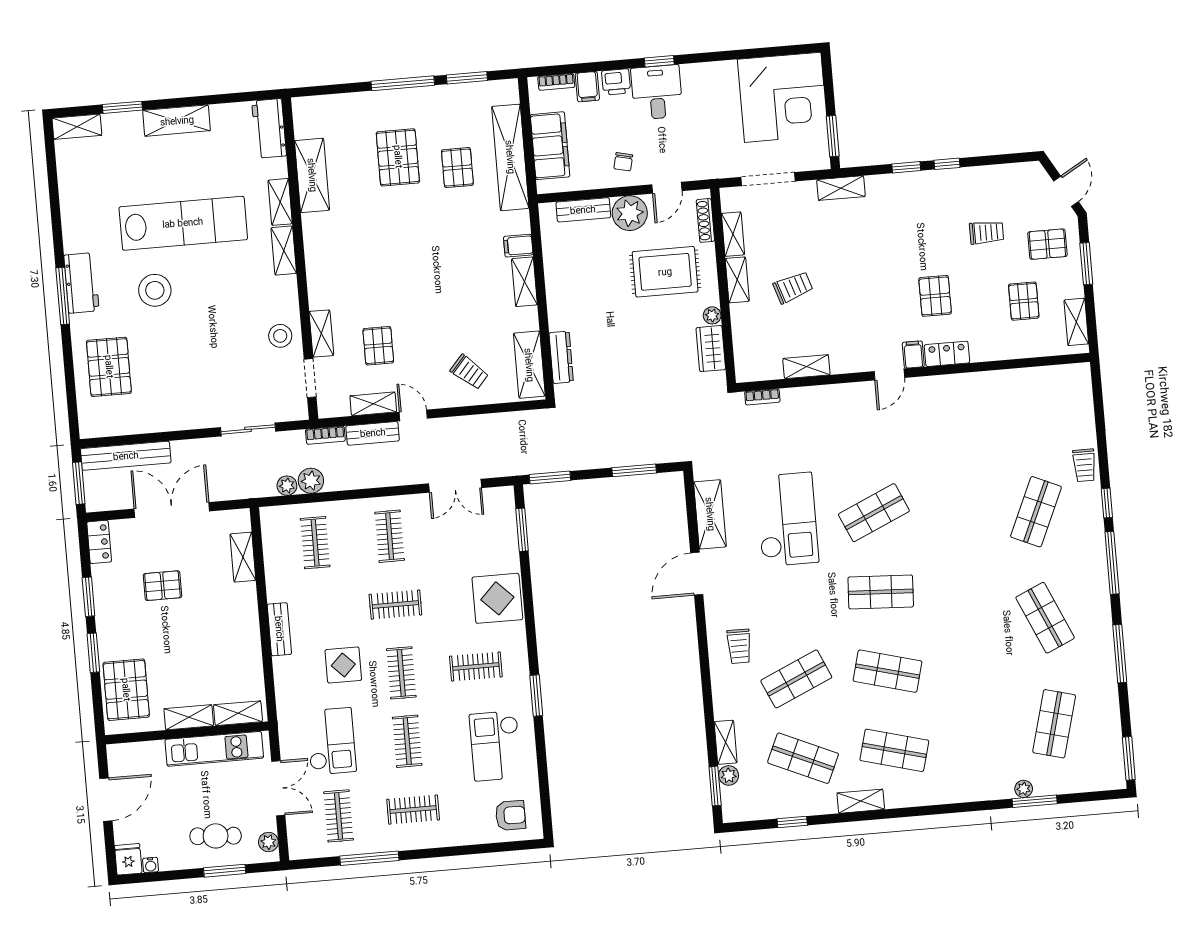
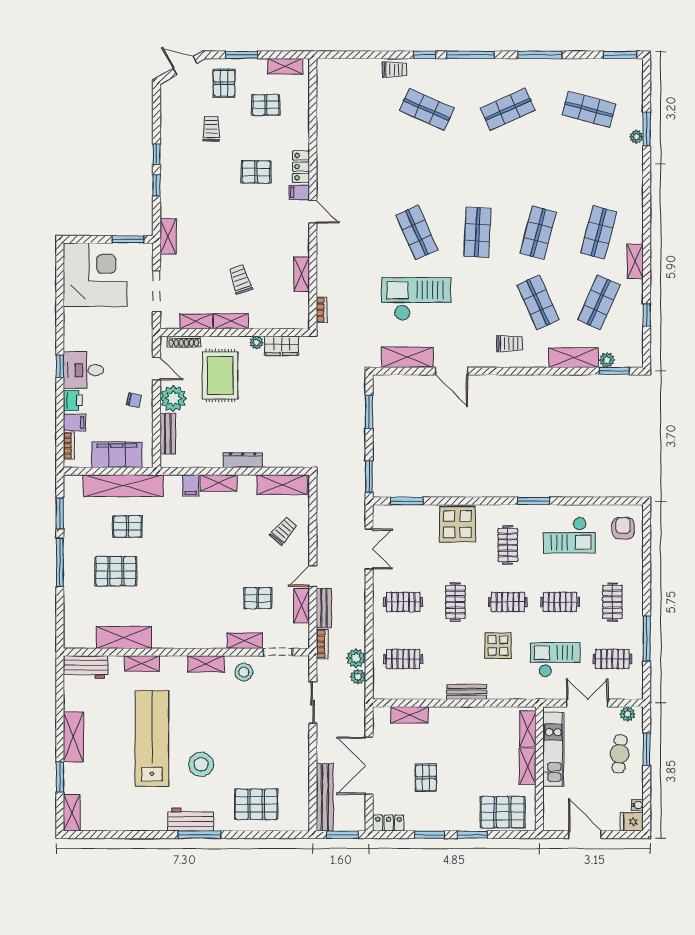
shelving: (284, 251) -> (206, 664), moved
dresser: (561, 357) -> (243, 460), moved
shelving: (726, 742) -> (573, 358), width x1.50, depth x1.33

